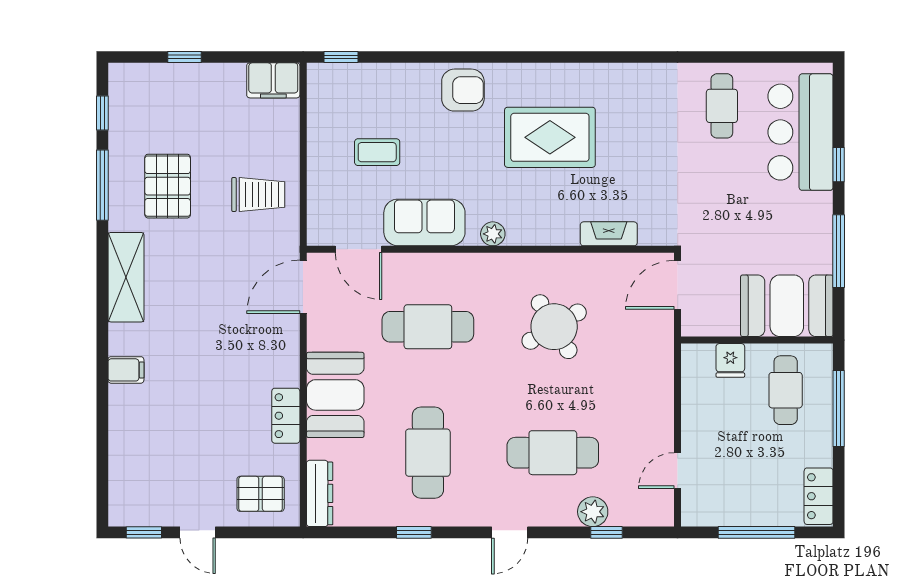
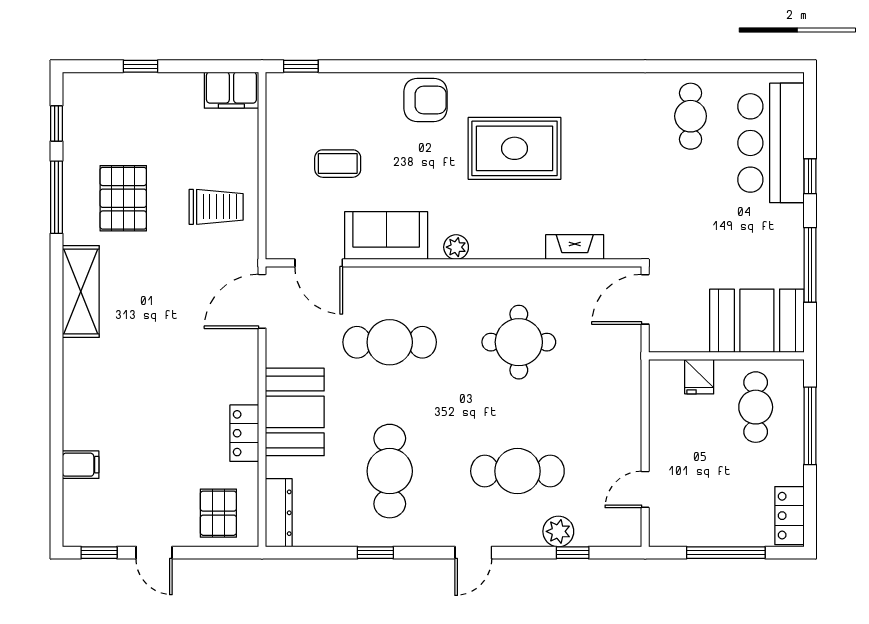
round table: (554, 327) -> (519, 342), turned 31
filing cabinet: (126, 370) -> (81, 465), moved
pallet: (261, 494) -> (218, 513), turned 90

